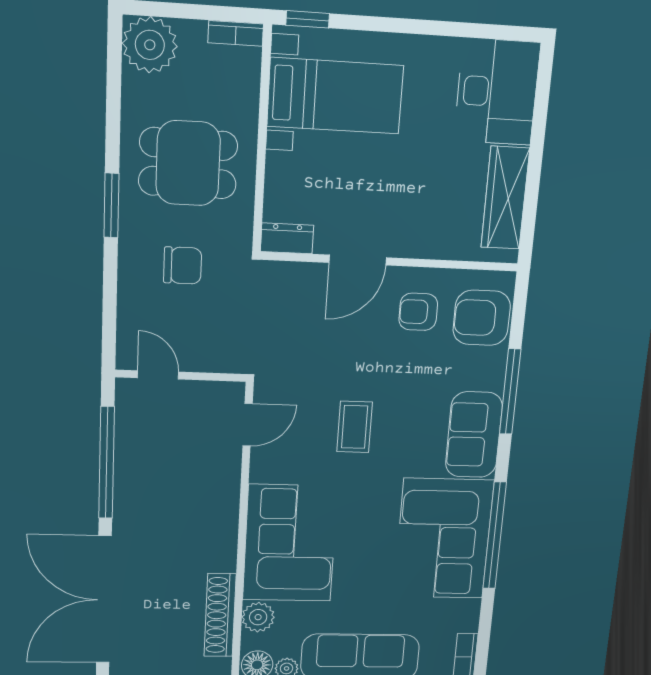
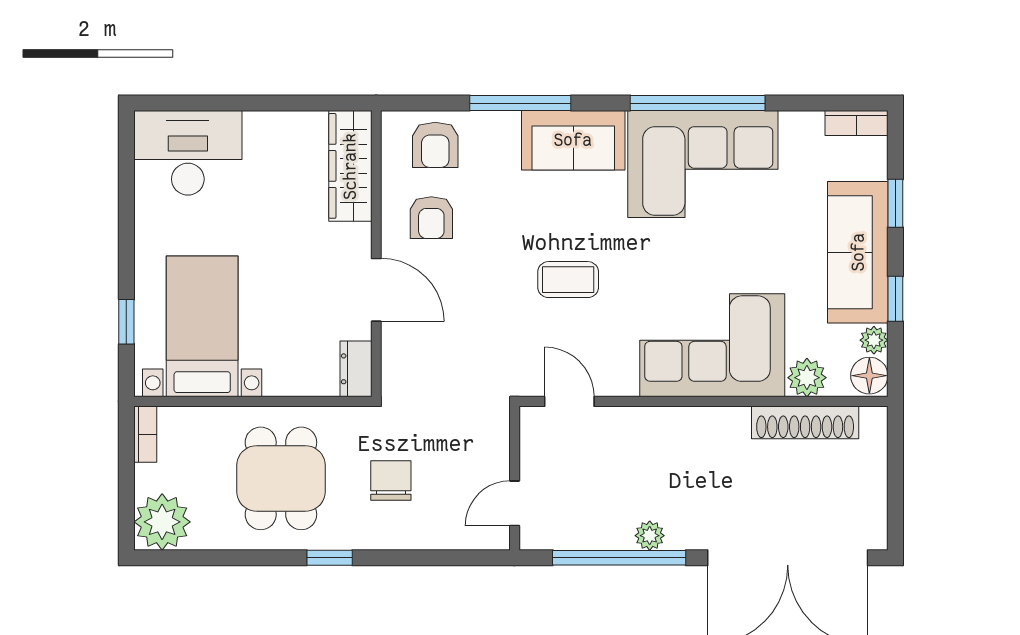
window: (308, 19) -> (126, 322), moved
wardrobe: (505, 198) -> (350, 166), moved, turned 90
window: (111, 205) -> (330, 558), width x0.67
armchair: (482, 318) -> (435, 145), width x0.72, depth x0.72
plant: (126, 489) -> (650, 536), added

